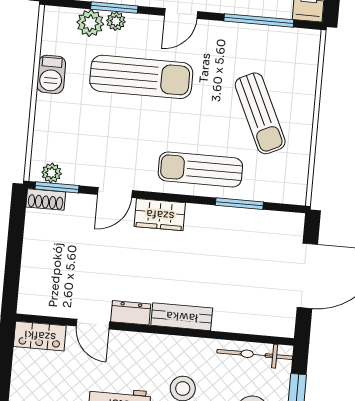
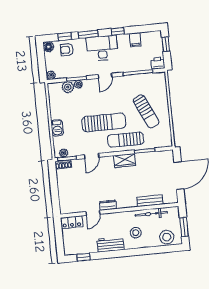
barbecue: (51, 74) -> (57, 128), moved
sun lounger: (141, 77) -> (104, 122), moved
wardrobe: (160, 215) -> (125, 160), moved
bench: (182, 317) -> (150, 201), moved
door: (93, 324) -> (93, 213), hinge flipped
bicycle: (255, 354) -> (151, 214), moved

